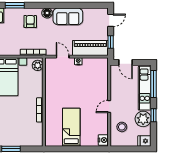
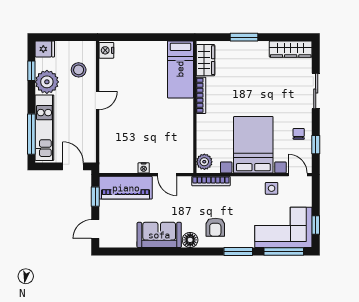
window: (153, 115) -> (31, 71), moved
bed: (71, 127) -> (180, 69), moved
wardrobe: (37, 133) -> (205, 60), added

